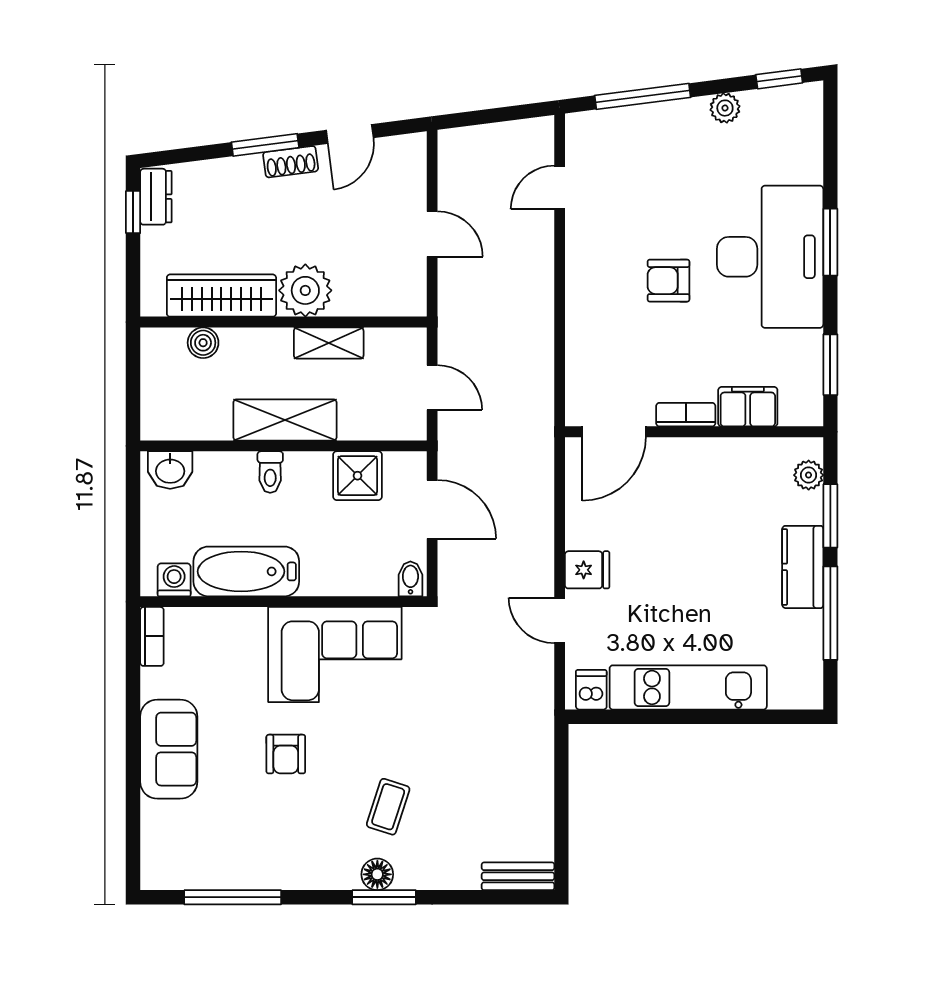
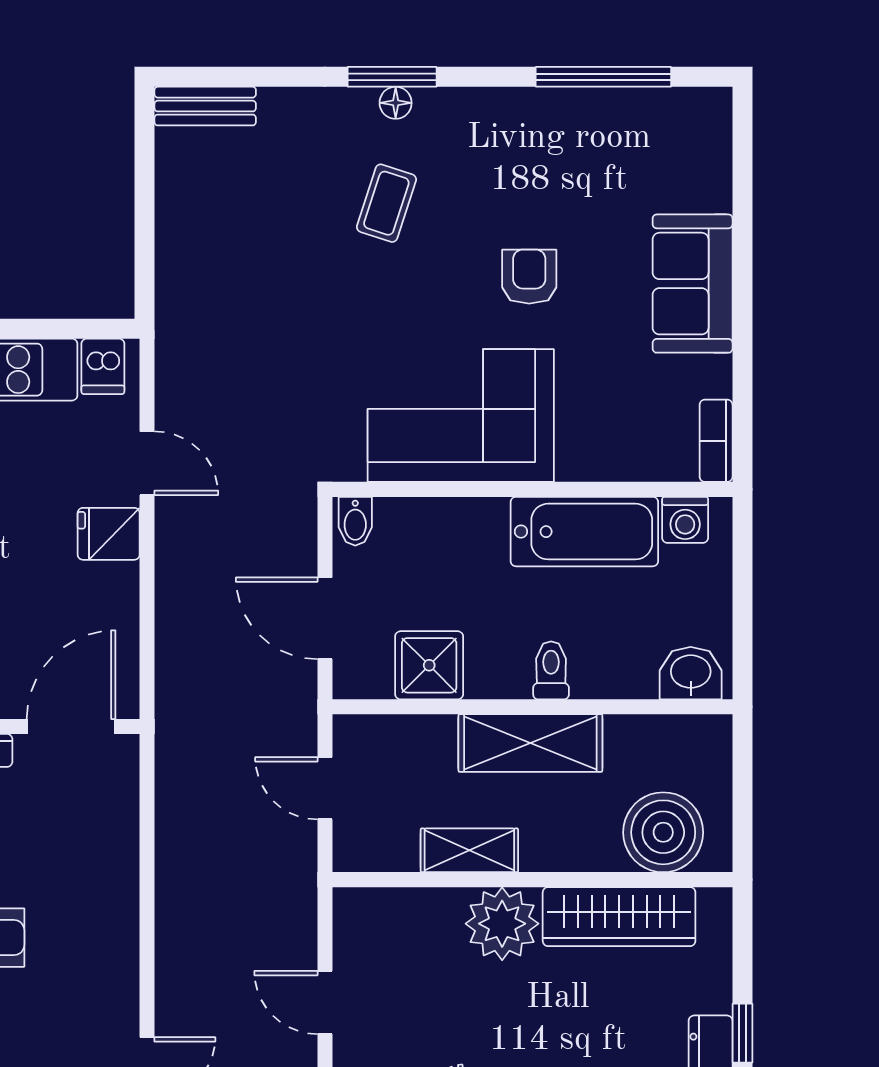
boiler: (203, 343) -> (663, 832), width x1.86, depth x1.86
floor lamp: (377, 874) -> (396, 103), width x0.73, depth x0.73

